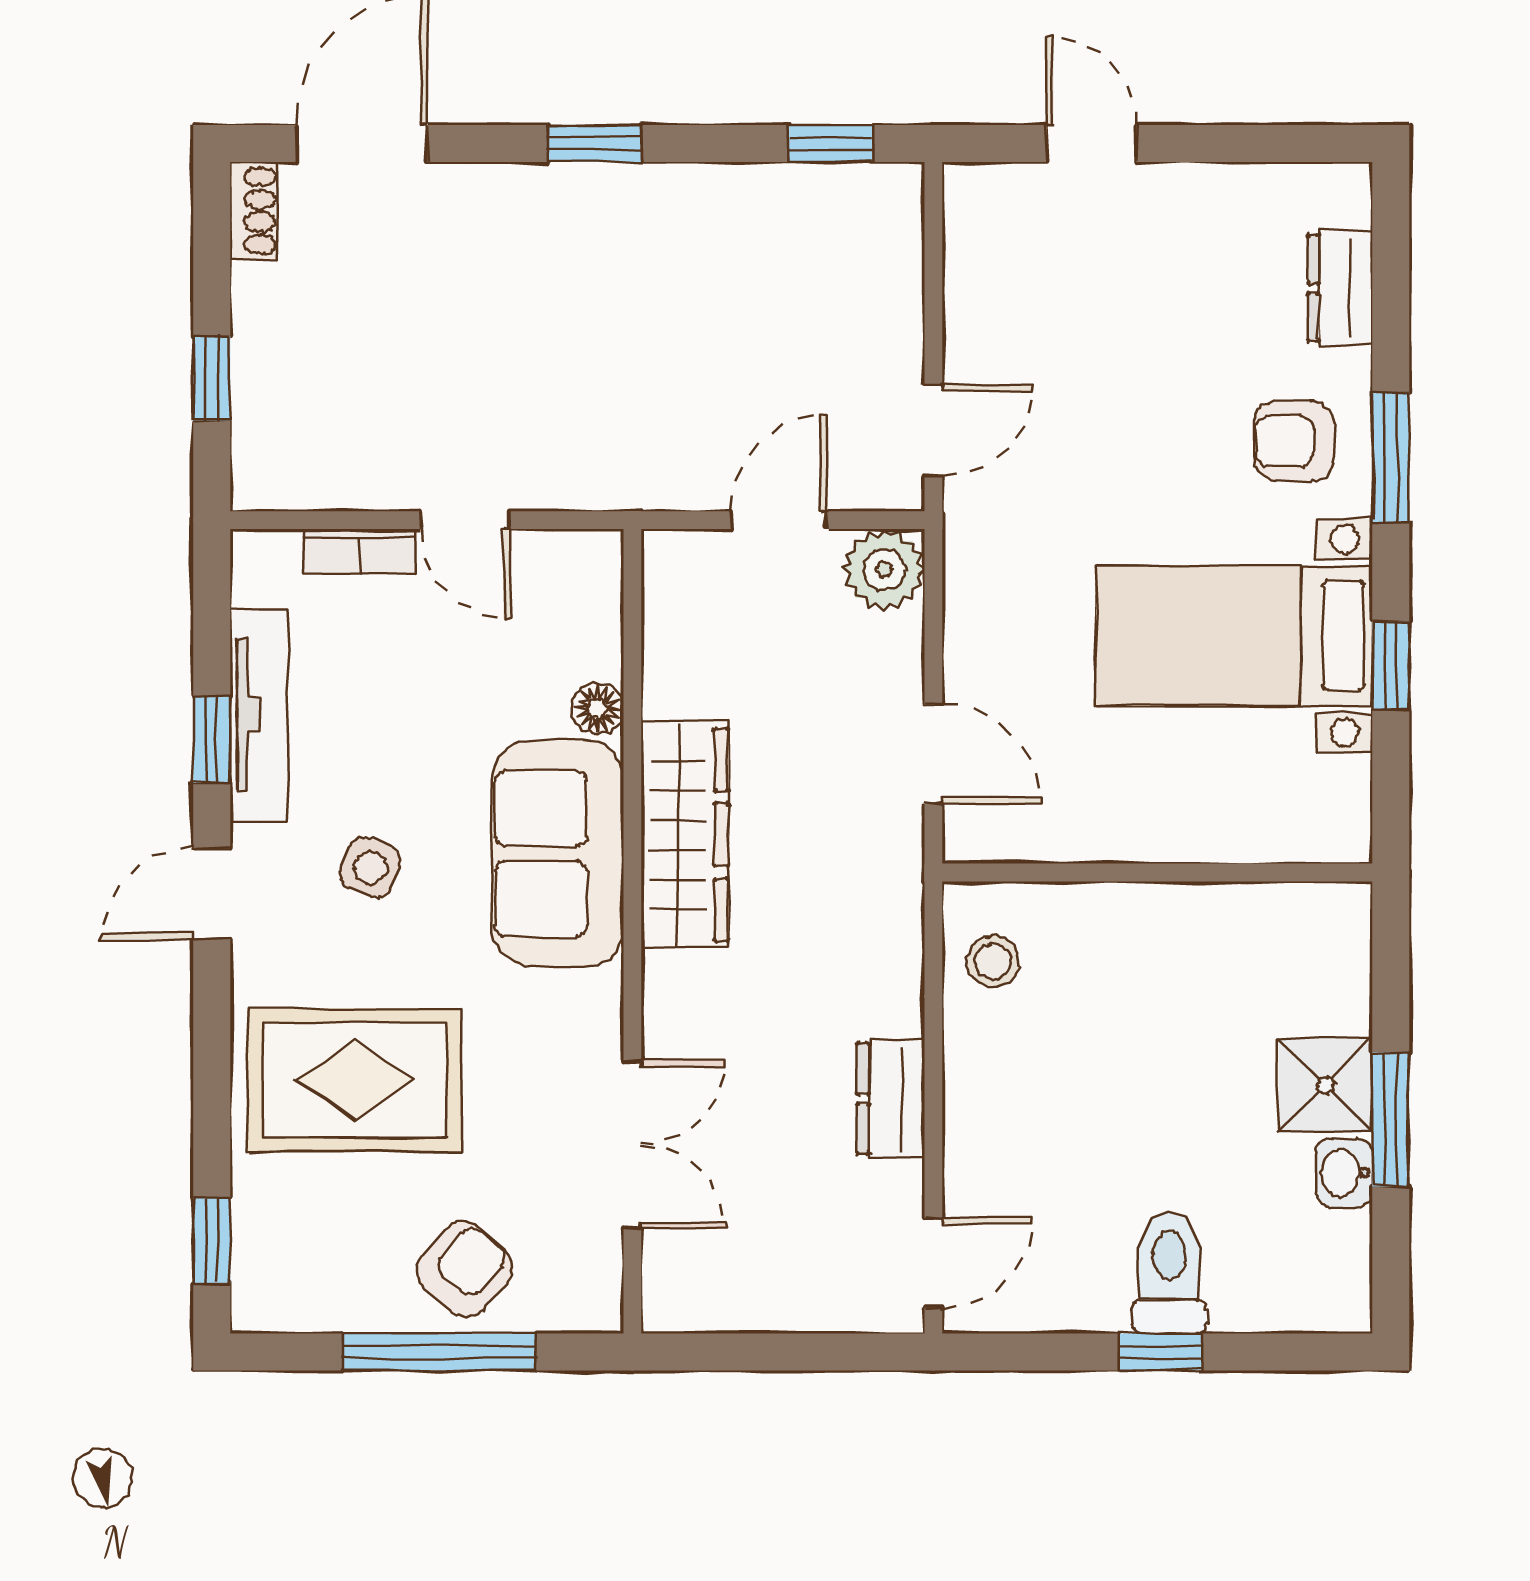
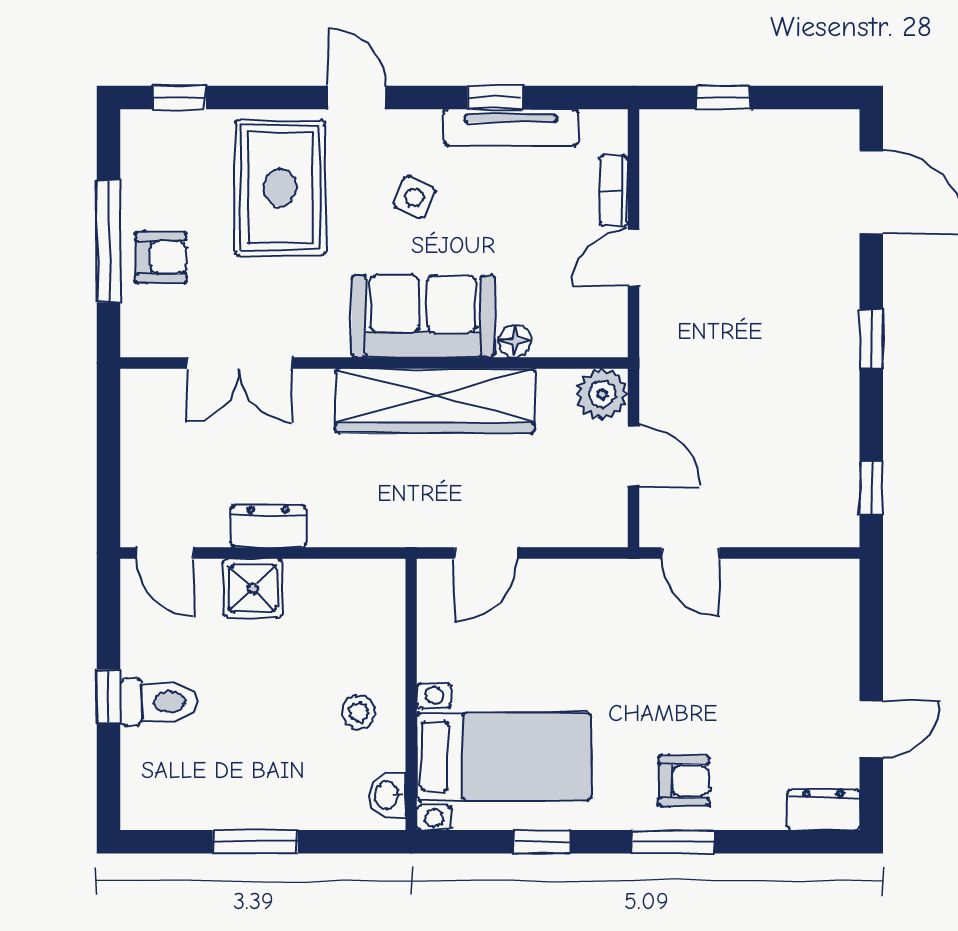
door: (1092, 144) -> (871, 729), moved
shoe rack: (254, 211) -> (829, 124), removed
dresser: (1340, 288) -> (823, 810), moved
armchair: (1294, 441) -> (684, 781), turned 90
plant: (884, 569) -> (602, 394), moved
bed with nightstands: (1234, 636) -> (504, 757), moved, turned 90
wardrobe: (685, 835) -> (435, 401), width x1.40, depth x1.17
door: (212, 894) -> (357, 97), moved
stool: (993, 961) -> (358, 712), moved
shower: (1326, 1085) -> (253, 588), moved
washbasin: (1344, 1173) -> (388, 795), moved, turned -90
armchair: (465, 1269) -> (161, 257), turned -42

